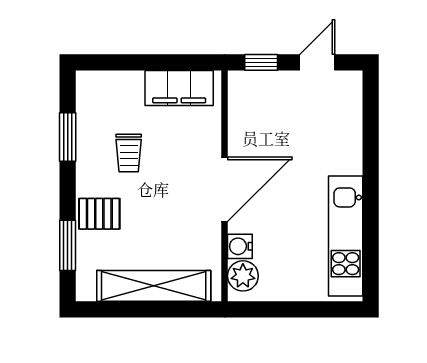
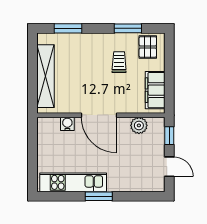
trolley: (129, 153) -> (119, 62), turned 90
window: (371, 190) -> (99, 196), added
pallet: (99, 214) -> (148, 47), moved
plant: (243, 276) -> (139, 125), moved

